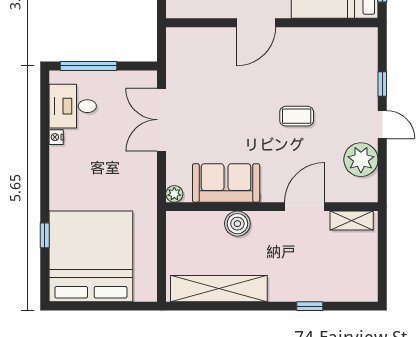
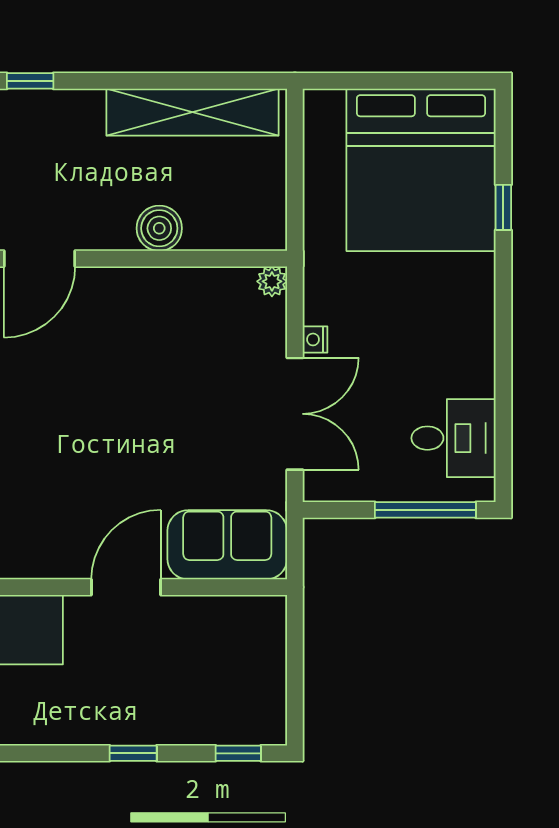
coffee table: (297, 116) -> (54, 420), removed
nightstand: (56, 137) -> (315, 339), moved, turned 180
sofa: (226, 183) -> (227, 545), moved, turned 180

